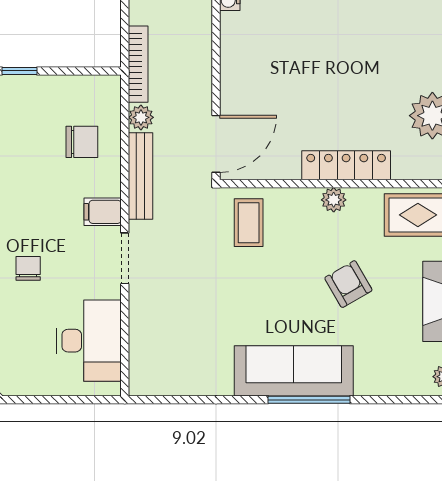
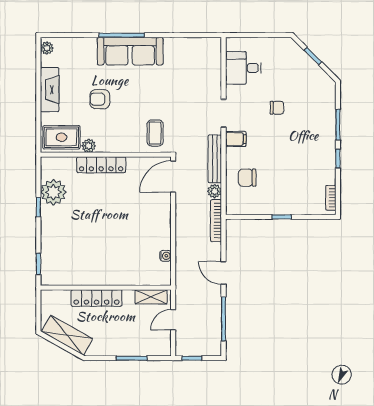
plant: (334, 200) -> (89, 146), moved
chair: (28, 268) -> (277, 108), turned -90
armchair: (348, 284) -> (100, 99), turned 120
desk: (89, 341) -> (243, 68), width x0.73

